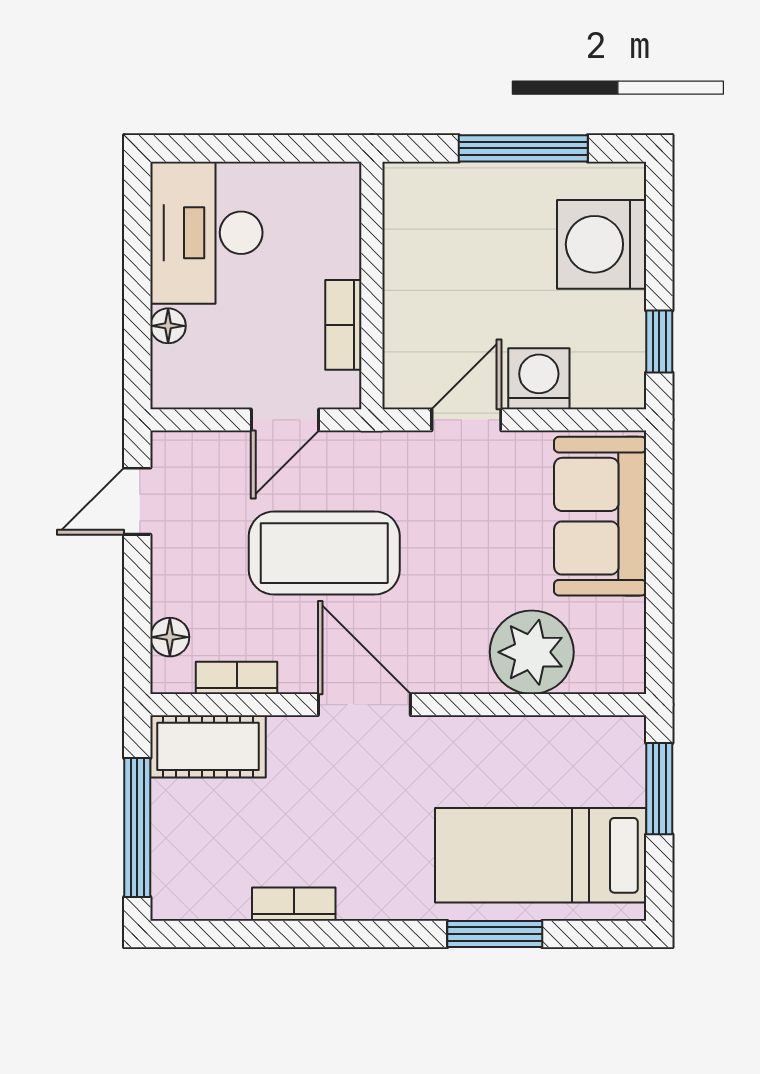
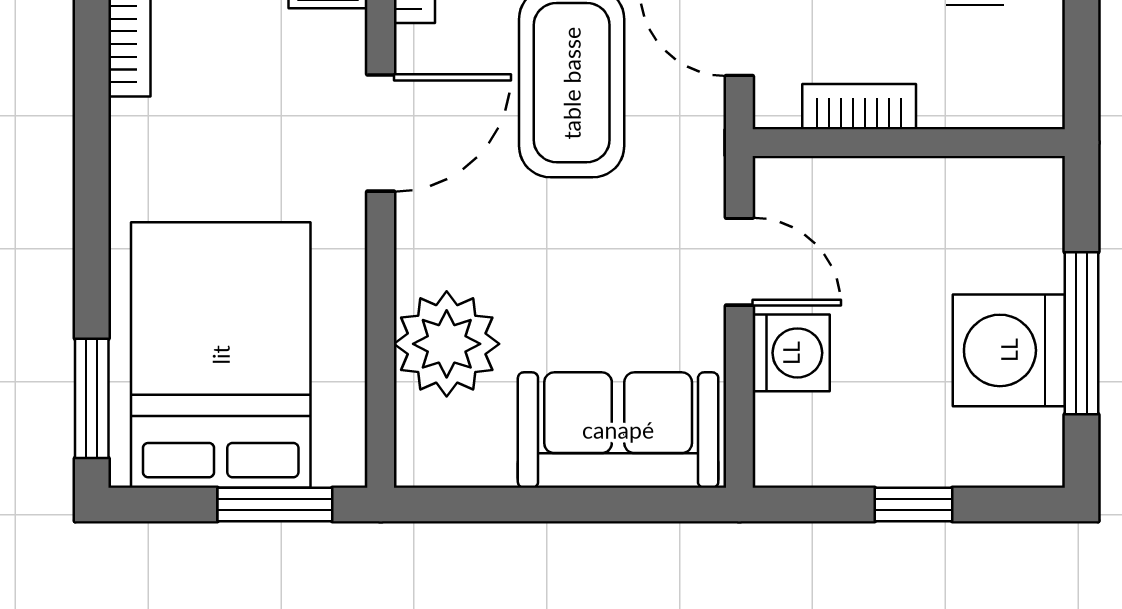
washing machine: (602, 244) -> (1009, 350), moved, turned -90
window: (659, 342) -> (913, 505), moved
bed: (541, 855) -> (221, 355), width x1.50
window: (495, 934) -> (92, 398), moved

